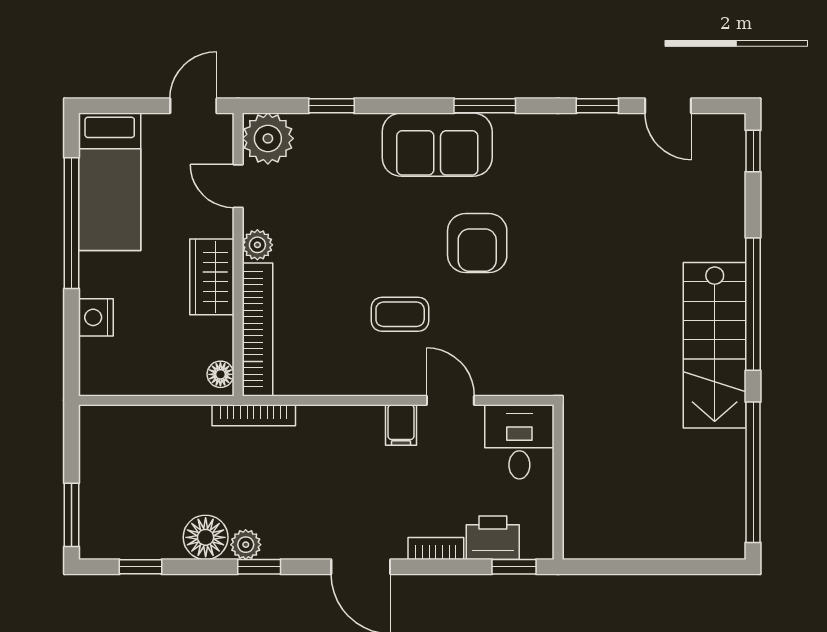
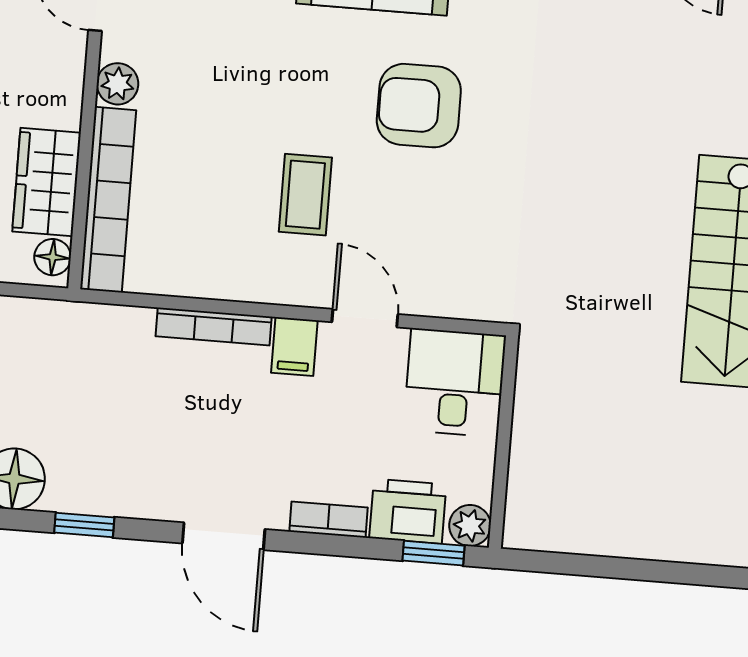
armchair: (477, 243) -> (419, 106), turned 90
wardrobe: (212, 277) -> (47, 182), moved
coffee table: (400, 314) -> (305, 195), turned 90
bookcase: (254, 415) -> (214, 326), moved
plant: (246, 545) -> (470, 526), moved

